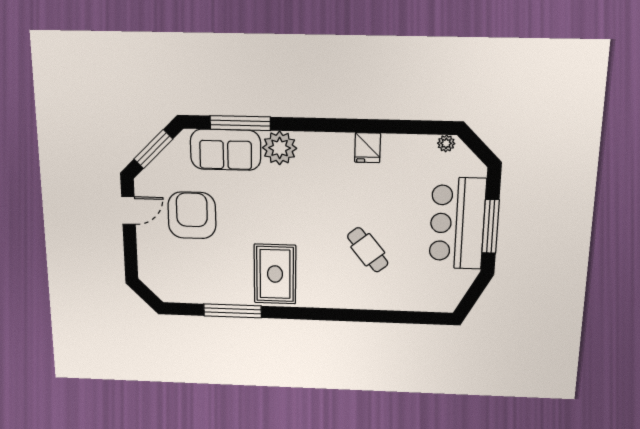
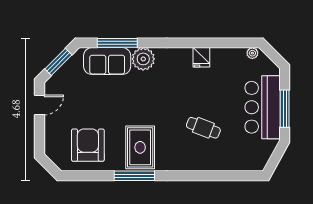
armchair: (192, 215) -> (88, 145), moved
cafe table: (368, 250) -> (203, 128), turned -30
window: (233, 311) -> (134, 176), moved

